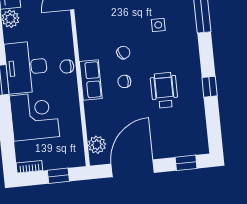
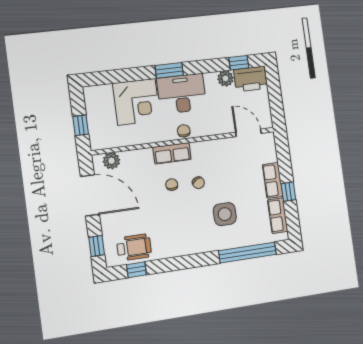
side table: (158, 25) -> (225, 214), width x1.87, depth x1.87
window: (210, 87) -> (136, 270), moved
wheelchair: (164, 90) -> (134, 247), moved
bookcase: (29, 167) -> (89, 98), removed

